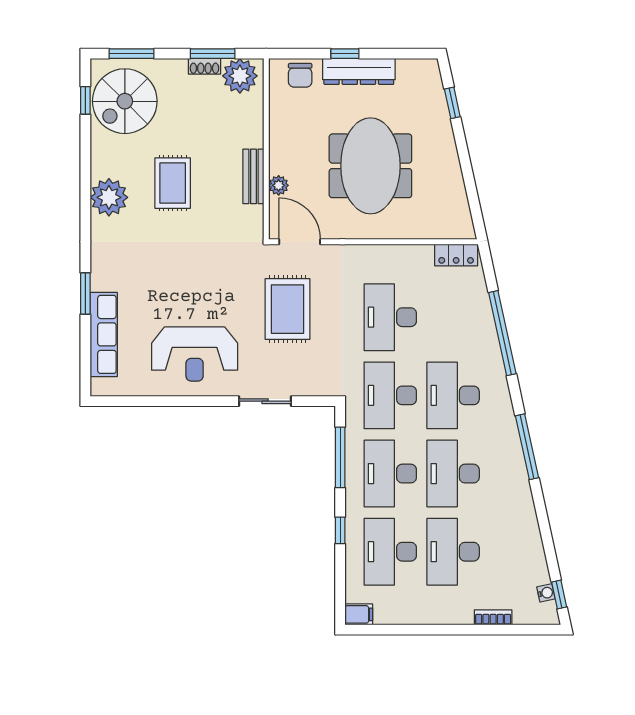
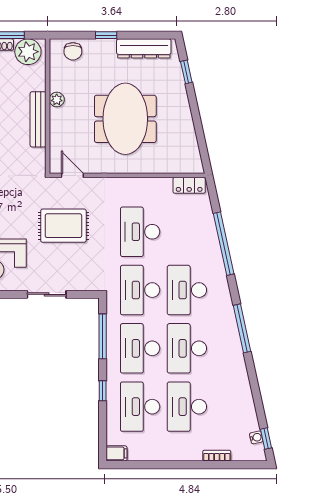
dresser: (359, 71) -> (144, 48), moved
bench: (253, 176) -> (38, 119), width x1.36
plant: (279, 185) -> (57, 100), moved
door: (300, 242) -> (72, 175), width x0.73
rug: (288, 309) -> (63, 226), turned 90

